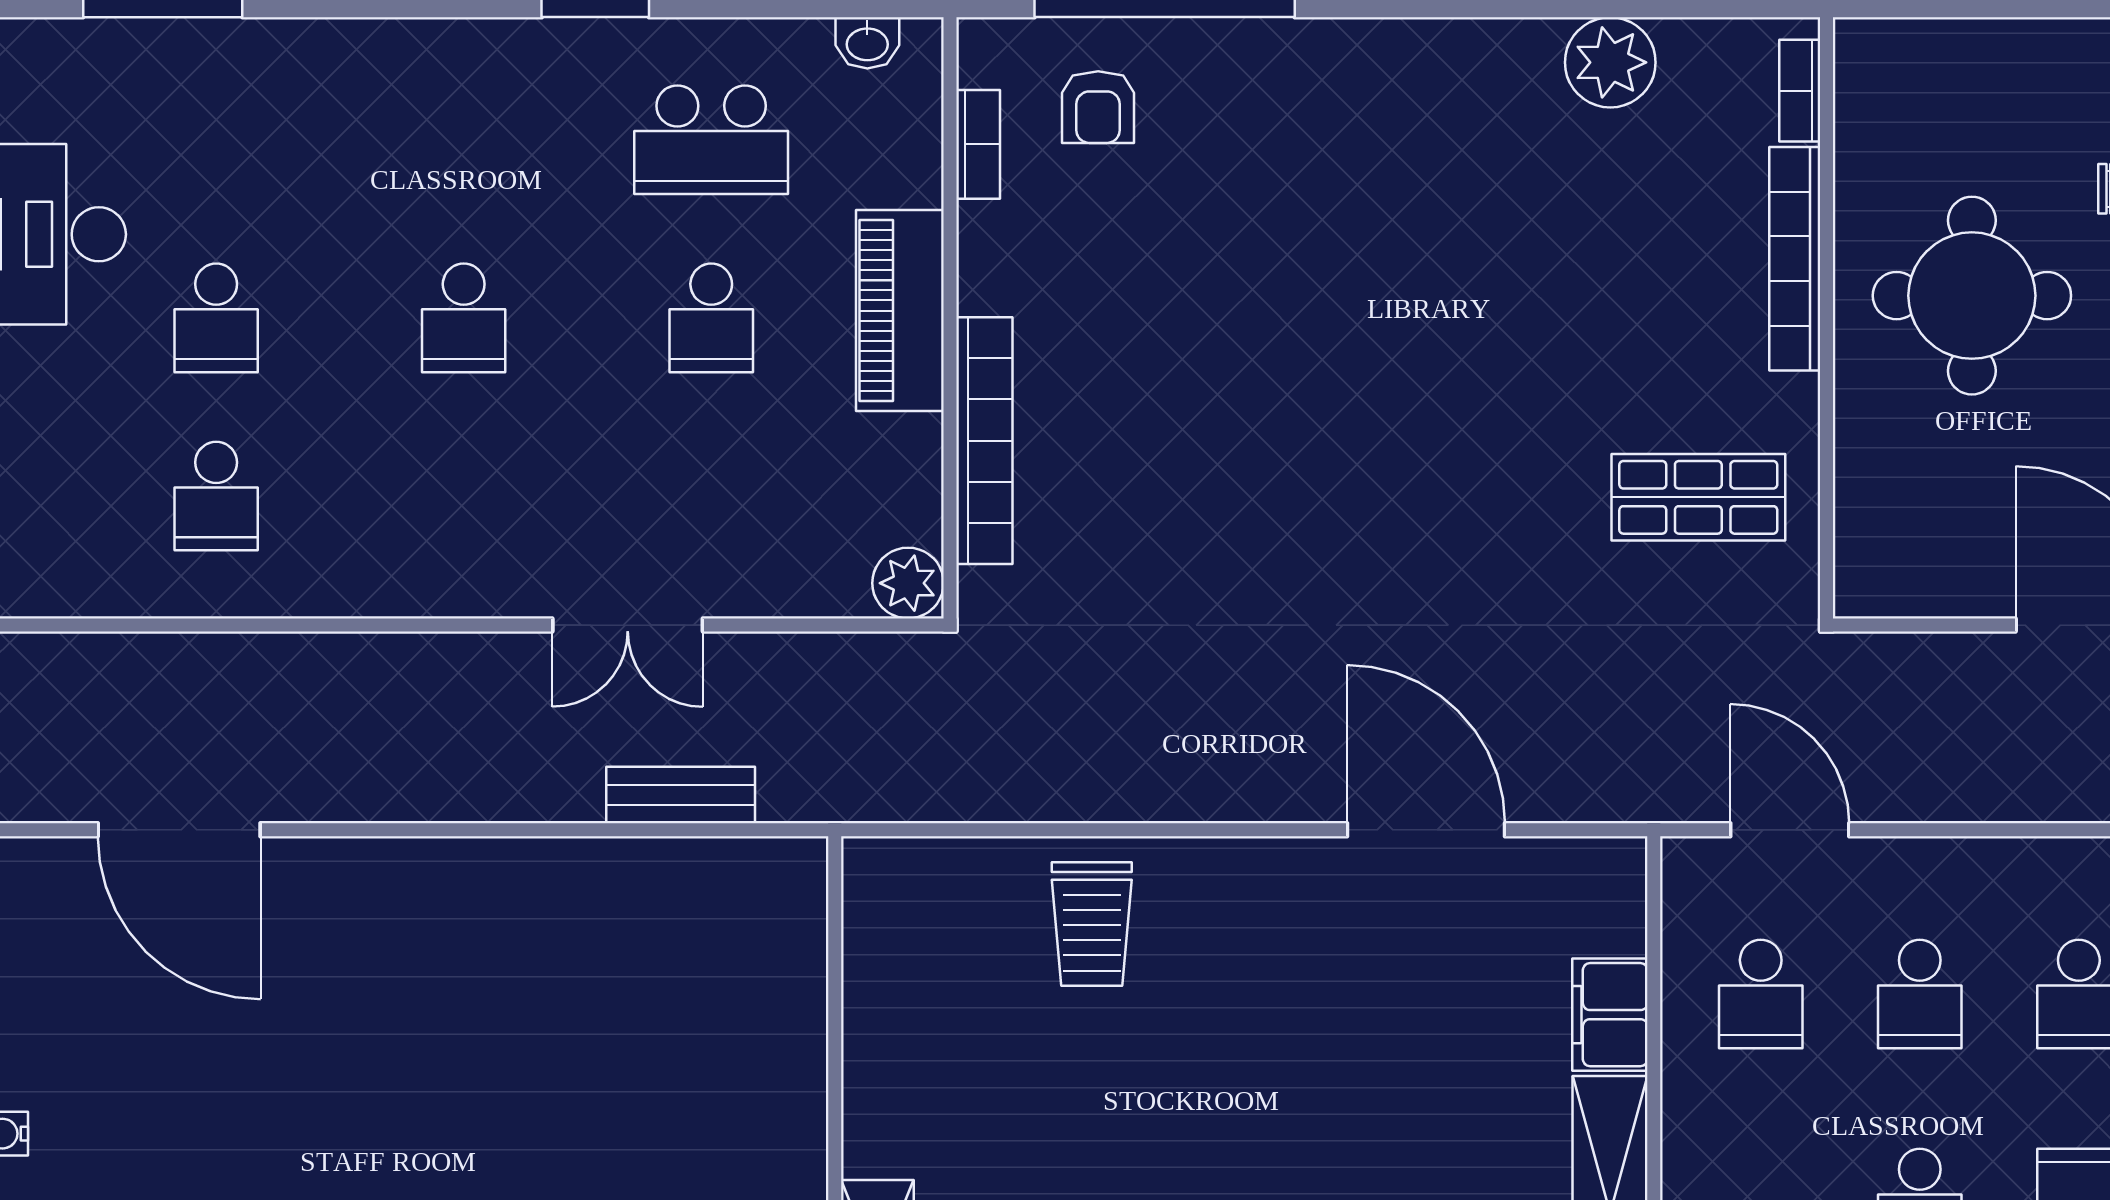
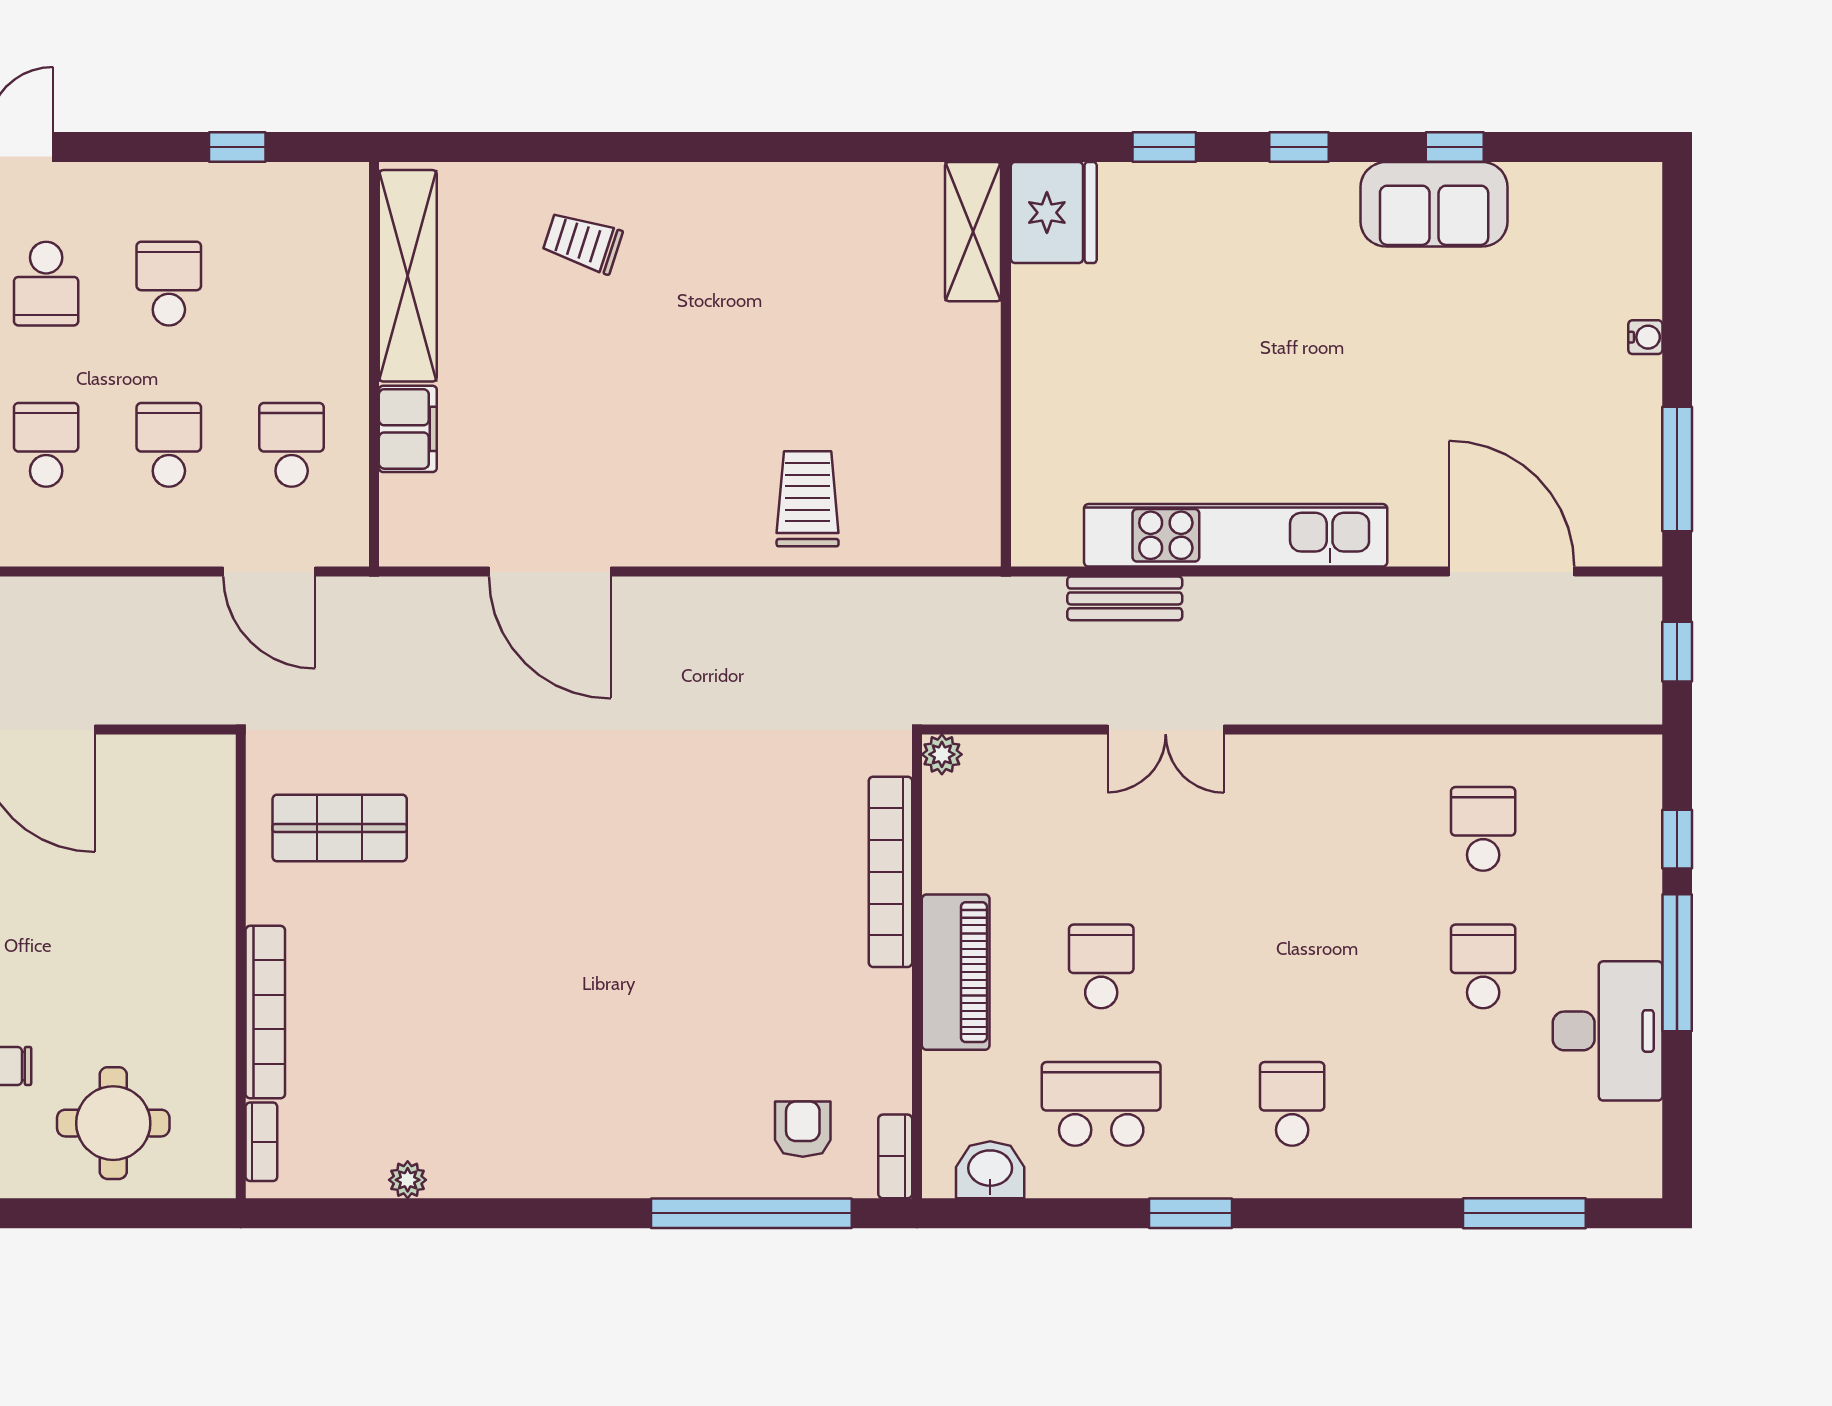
washbasin: (867, 43) -> (990, 1170), width x1.38, depth x1.45
plant: (1610, 62) -> (408, 1180), width x0.53, depth x0.53
bookcase: (978, 144) -> (895, 1156), moved
round table: (1972, 296) -> (113, 1123), moved, width x0.73, depth x0.73
school desk: (464, 318) -> (1292, 1104), moved
plant: (908, 583) -> (942, 754), width x0.73, depth x0.73
double door: (628, 625) -> (1166, 730), swing flipped
kitchen unit: (537, 877) -> (1236, 535), added

